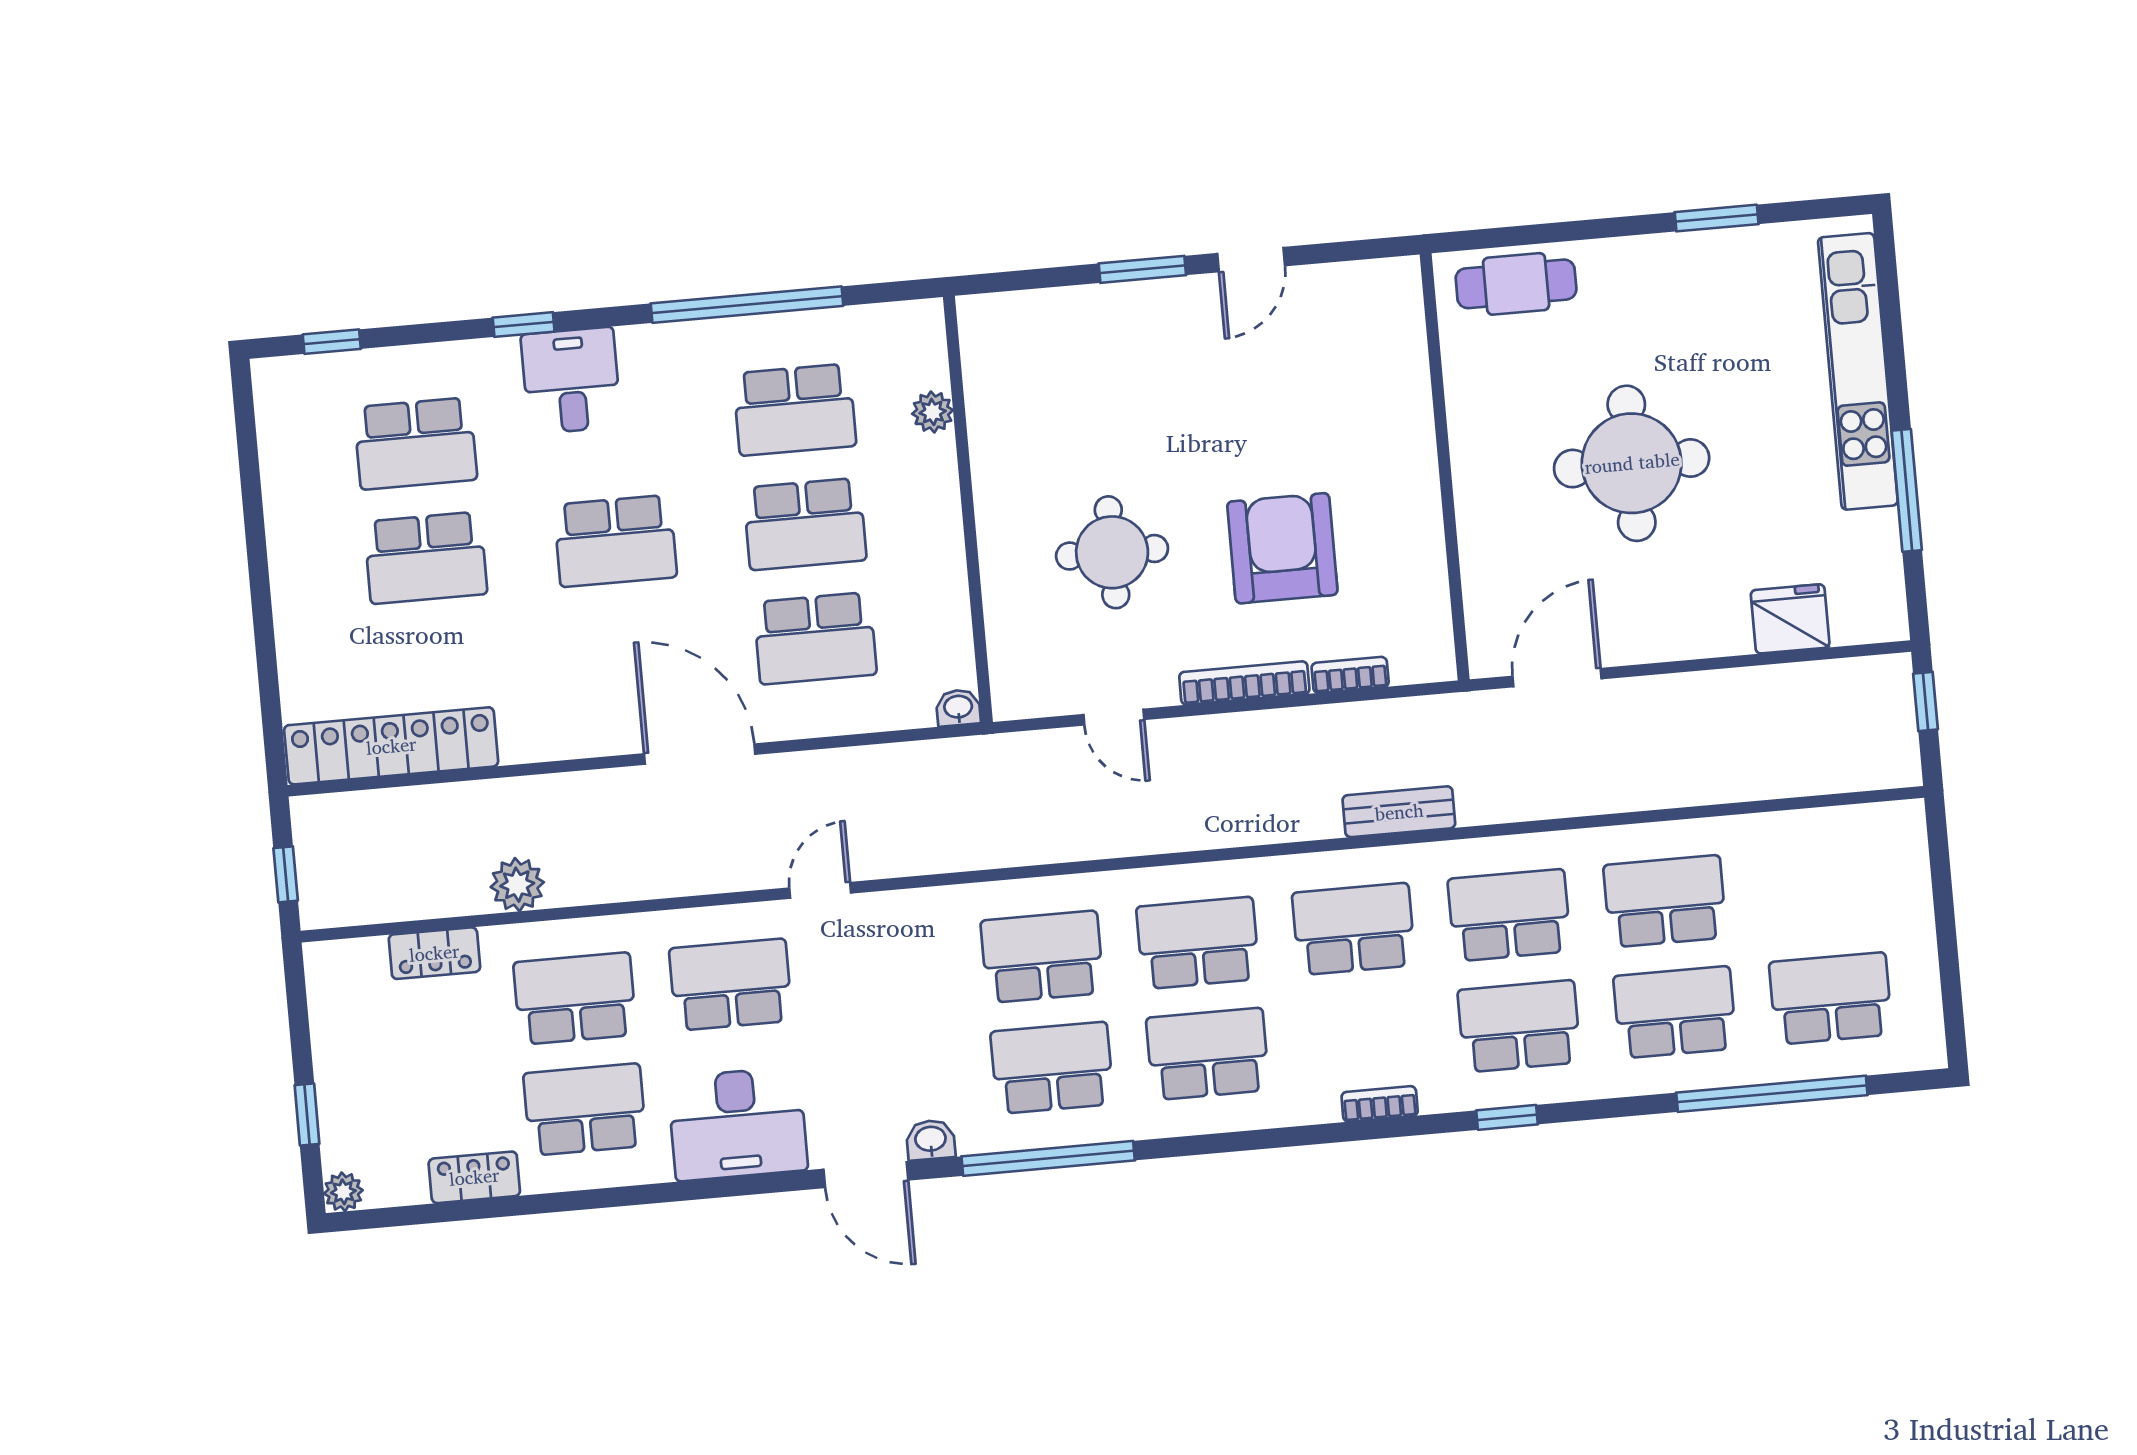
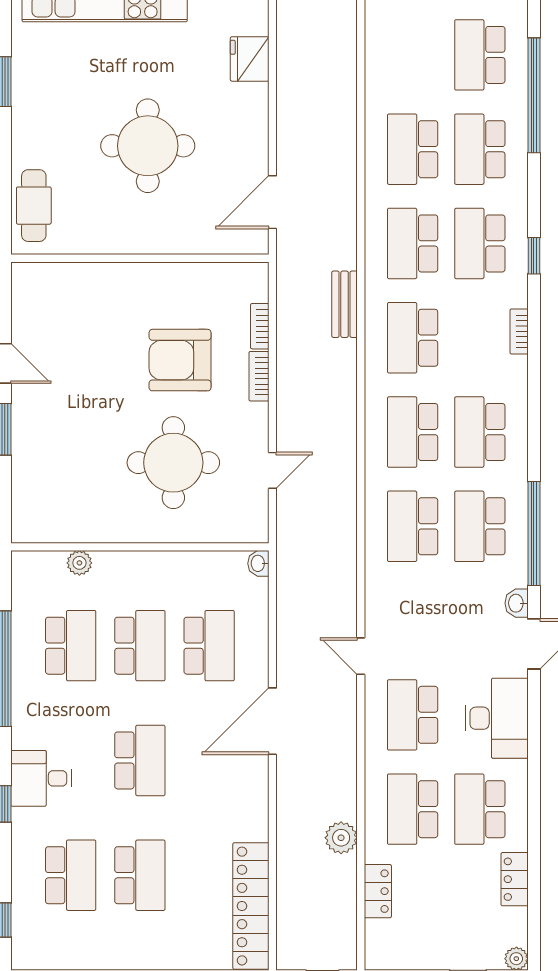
round table: (1112, 552) -> (173, 463), width x1.36, depth x1.36
door: (1557, 678) -> (272, 202), hinge flipped
bookcase: (1244, 683) -> (259, 376), width x0.64

